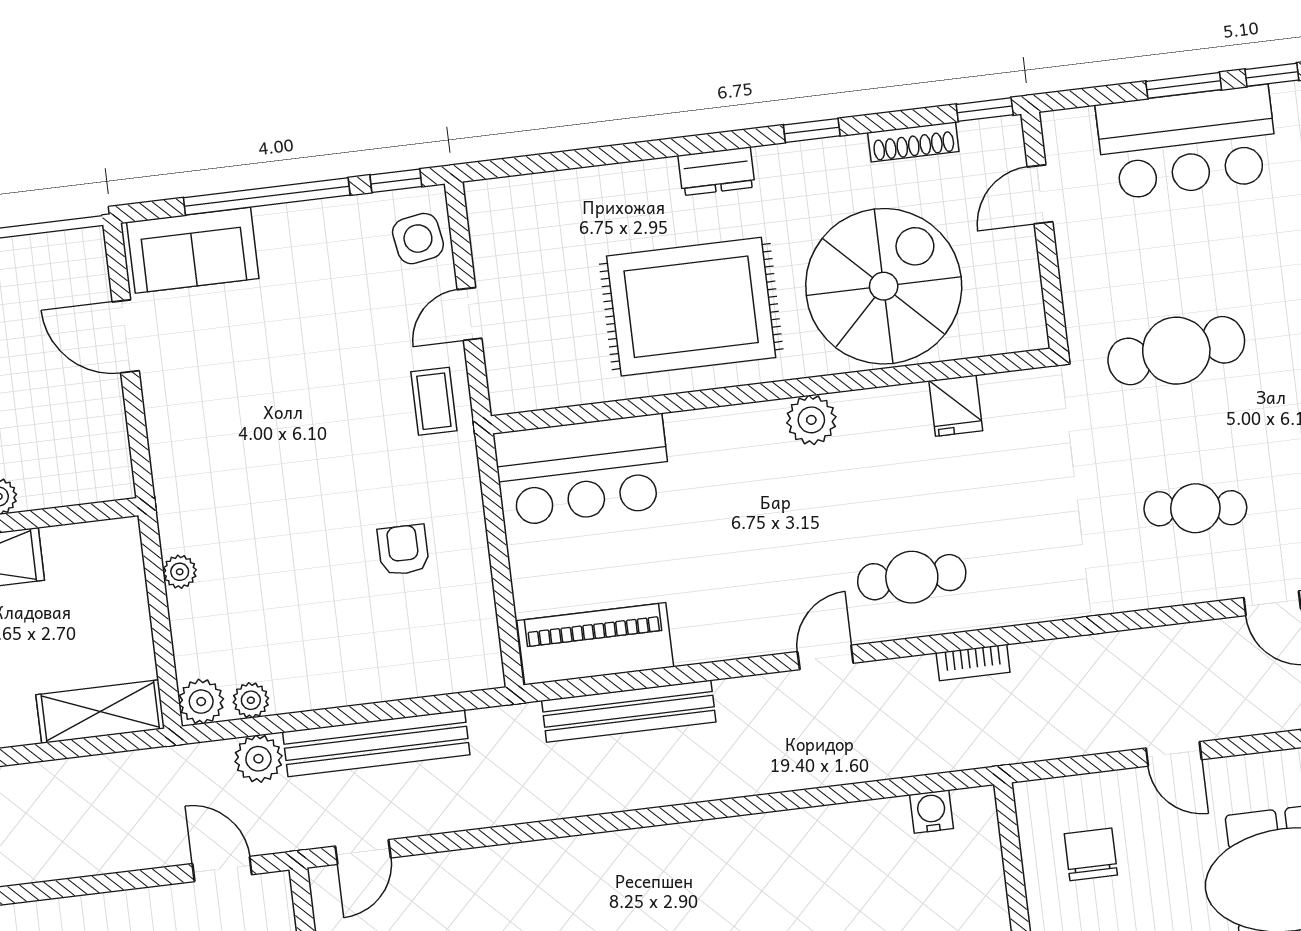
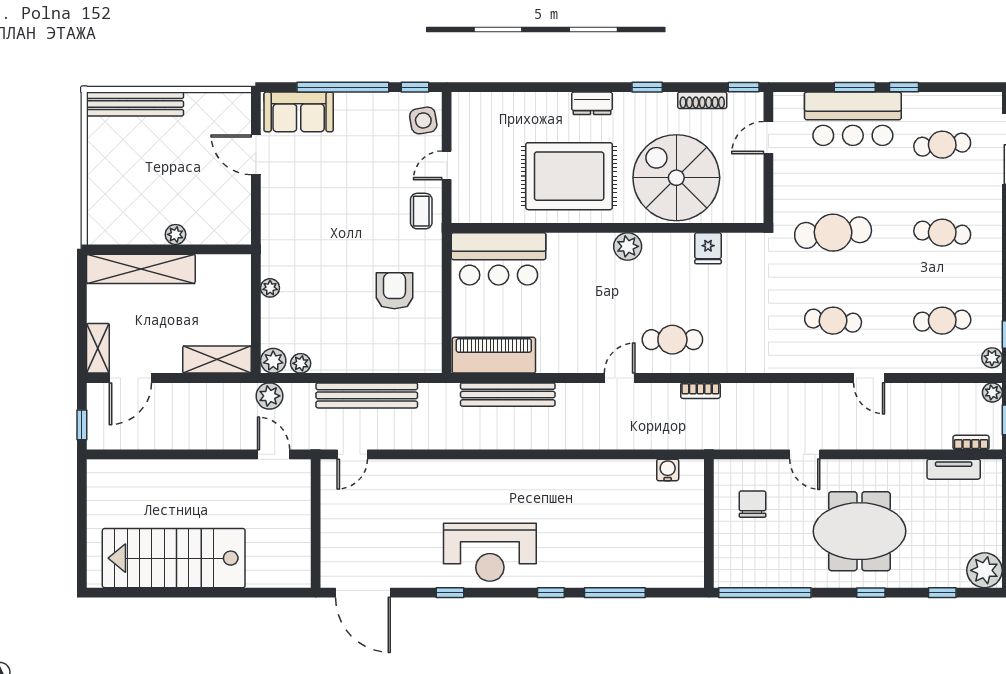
spiral stairs: (884, 286) -> (676, 178), turned -90
armchair: (403, 550) -> (394, 291), width x1.38, depth x1.38
plant: (258, 759) -> (269, 396), moved

